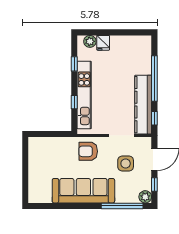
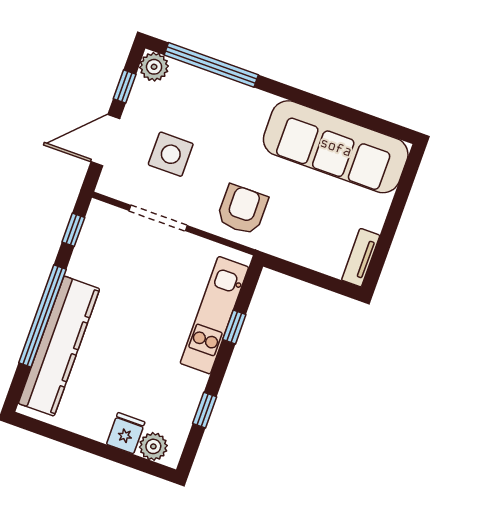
kitchen unit: (84, 95) -> (214, 315), width x0.73
kitchen counter: (143, 105) -> (59, 346), moved
tv unit: (33, 149) -> (361, 258), added
armchair: (88, 151) -> (242, 210), turned -90
sofa: (83, 191) -> (336, 147), moved

